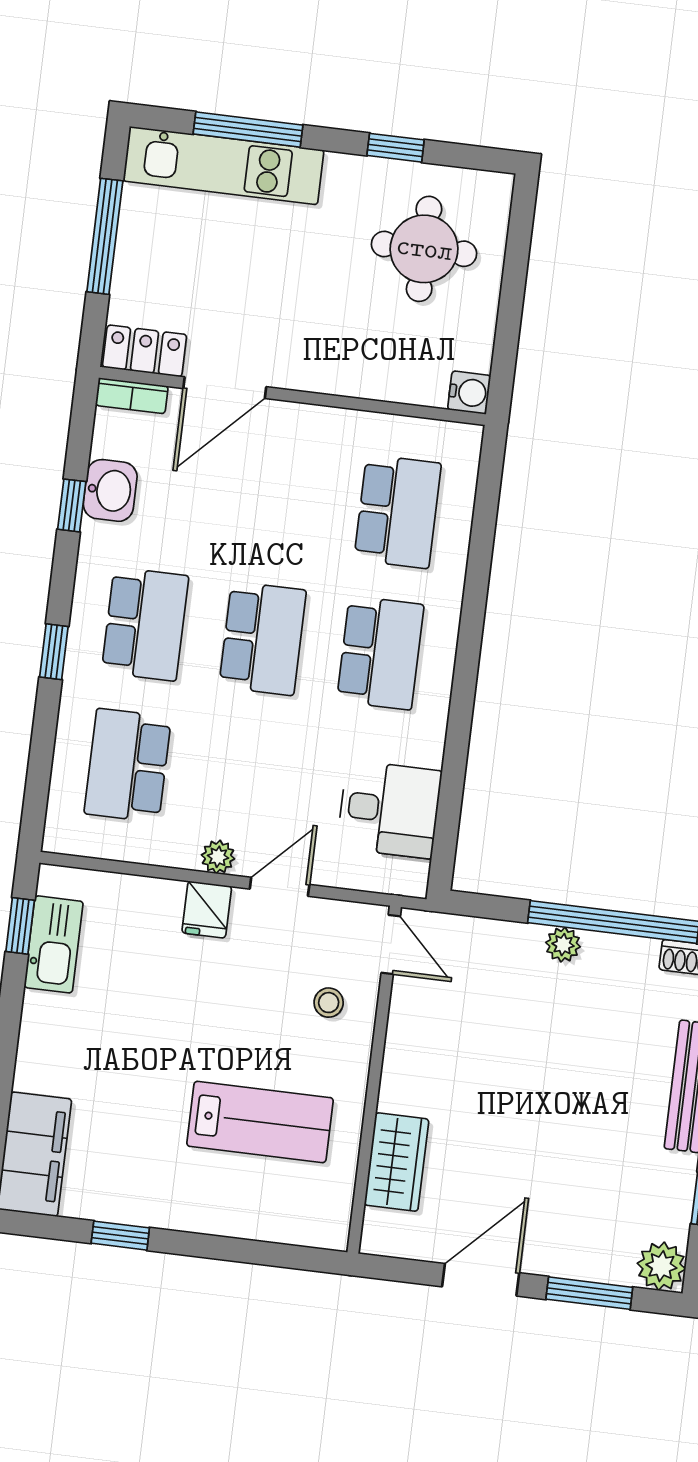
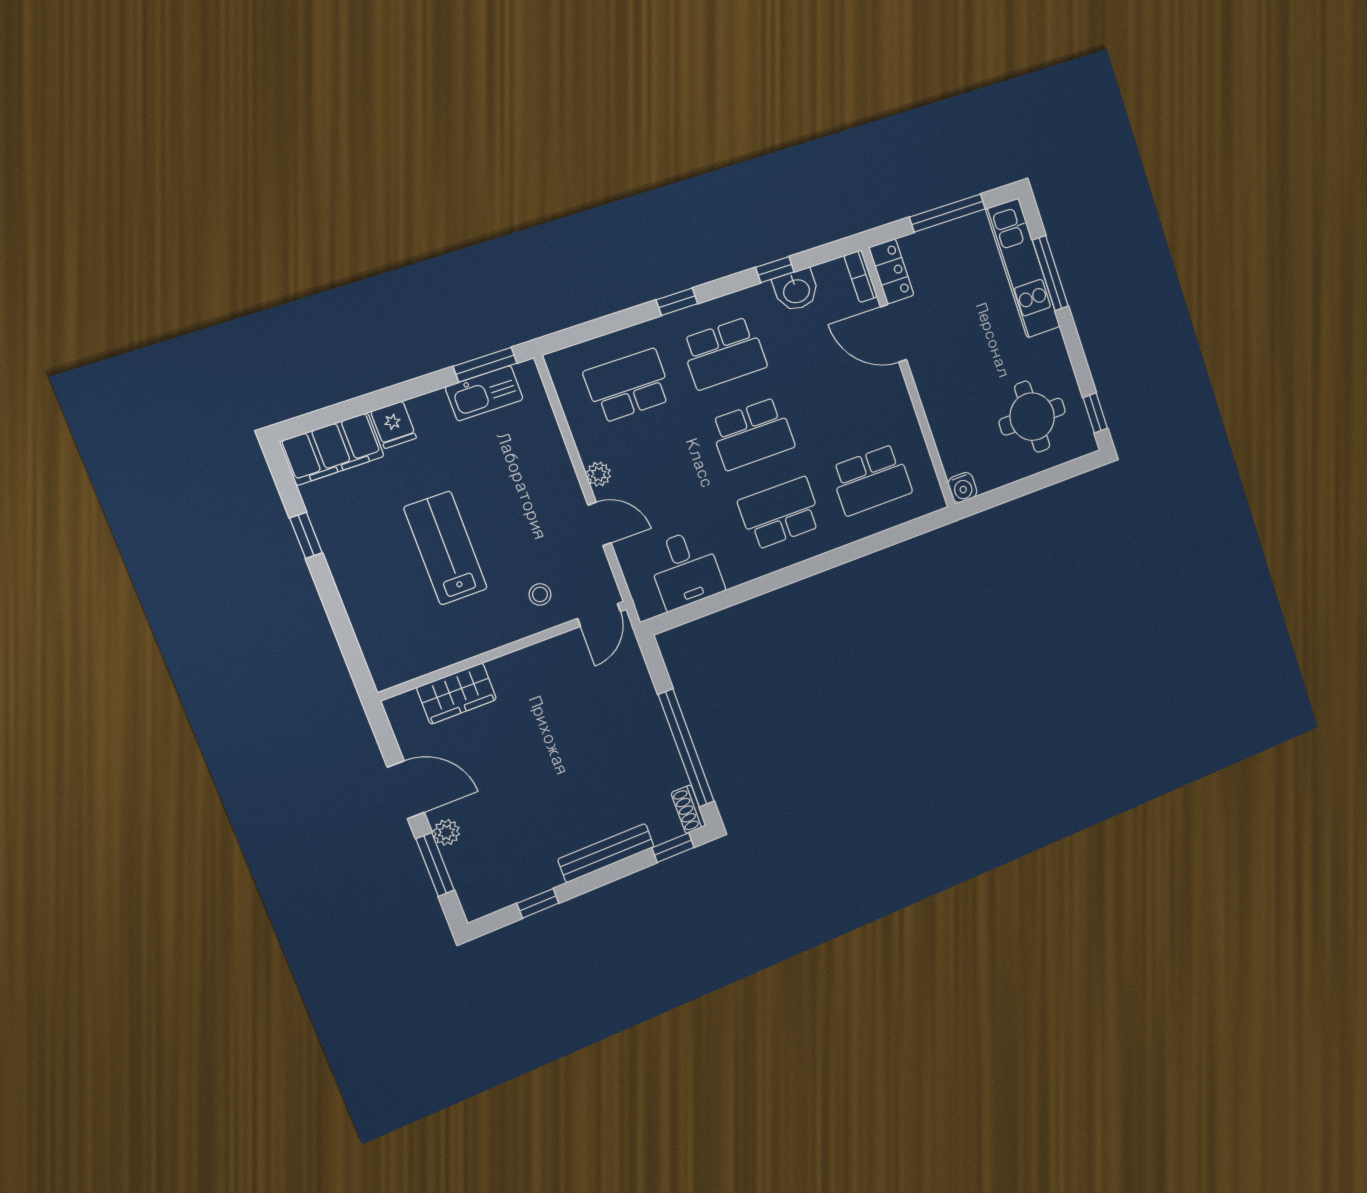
window: (396, 148) -> (1095, 413), moved
school desk: (380, 653) -> (780, 513), turned 180
fridge: (207, 910) -> (394, 425), moved, turned -90
window: (20, 926) -> (485, 365), width x1.50
plant: (563, 945) -> (655, 724), removed
lab bench: (260, 1122) -> (446, 548), moved, turned 180
plant: (661, 1266) -> (446, 832), moved, width x0.73, depth x0.73

